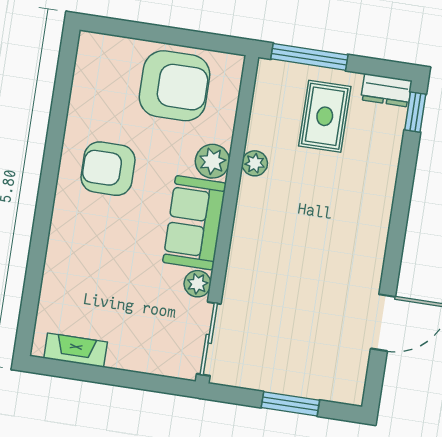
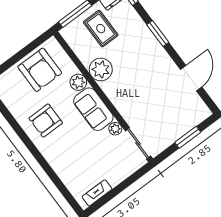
armchair: (175, 86) -> (40, 70), turned 90
plant: (255, 163) -> (101, 70), width x1.88, depth x1.88
window: (401, 208) -> (158, 33), added

